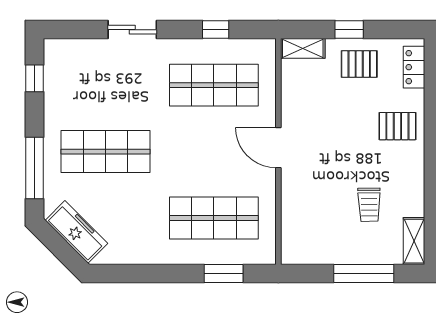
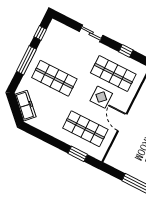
display table: (214, 142) -> (101, 97), added
door: (278, 148) -> (122, 122), moved
window: (34, 168) -> (26, 60), moved

